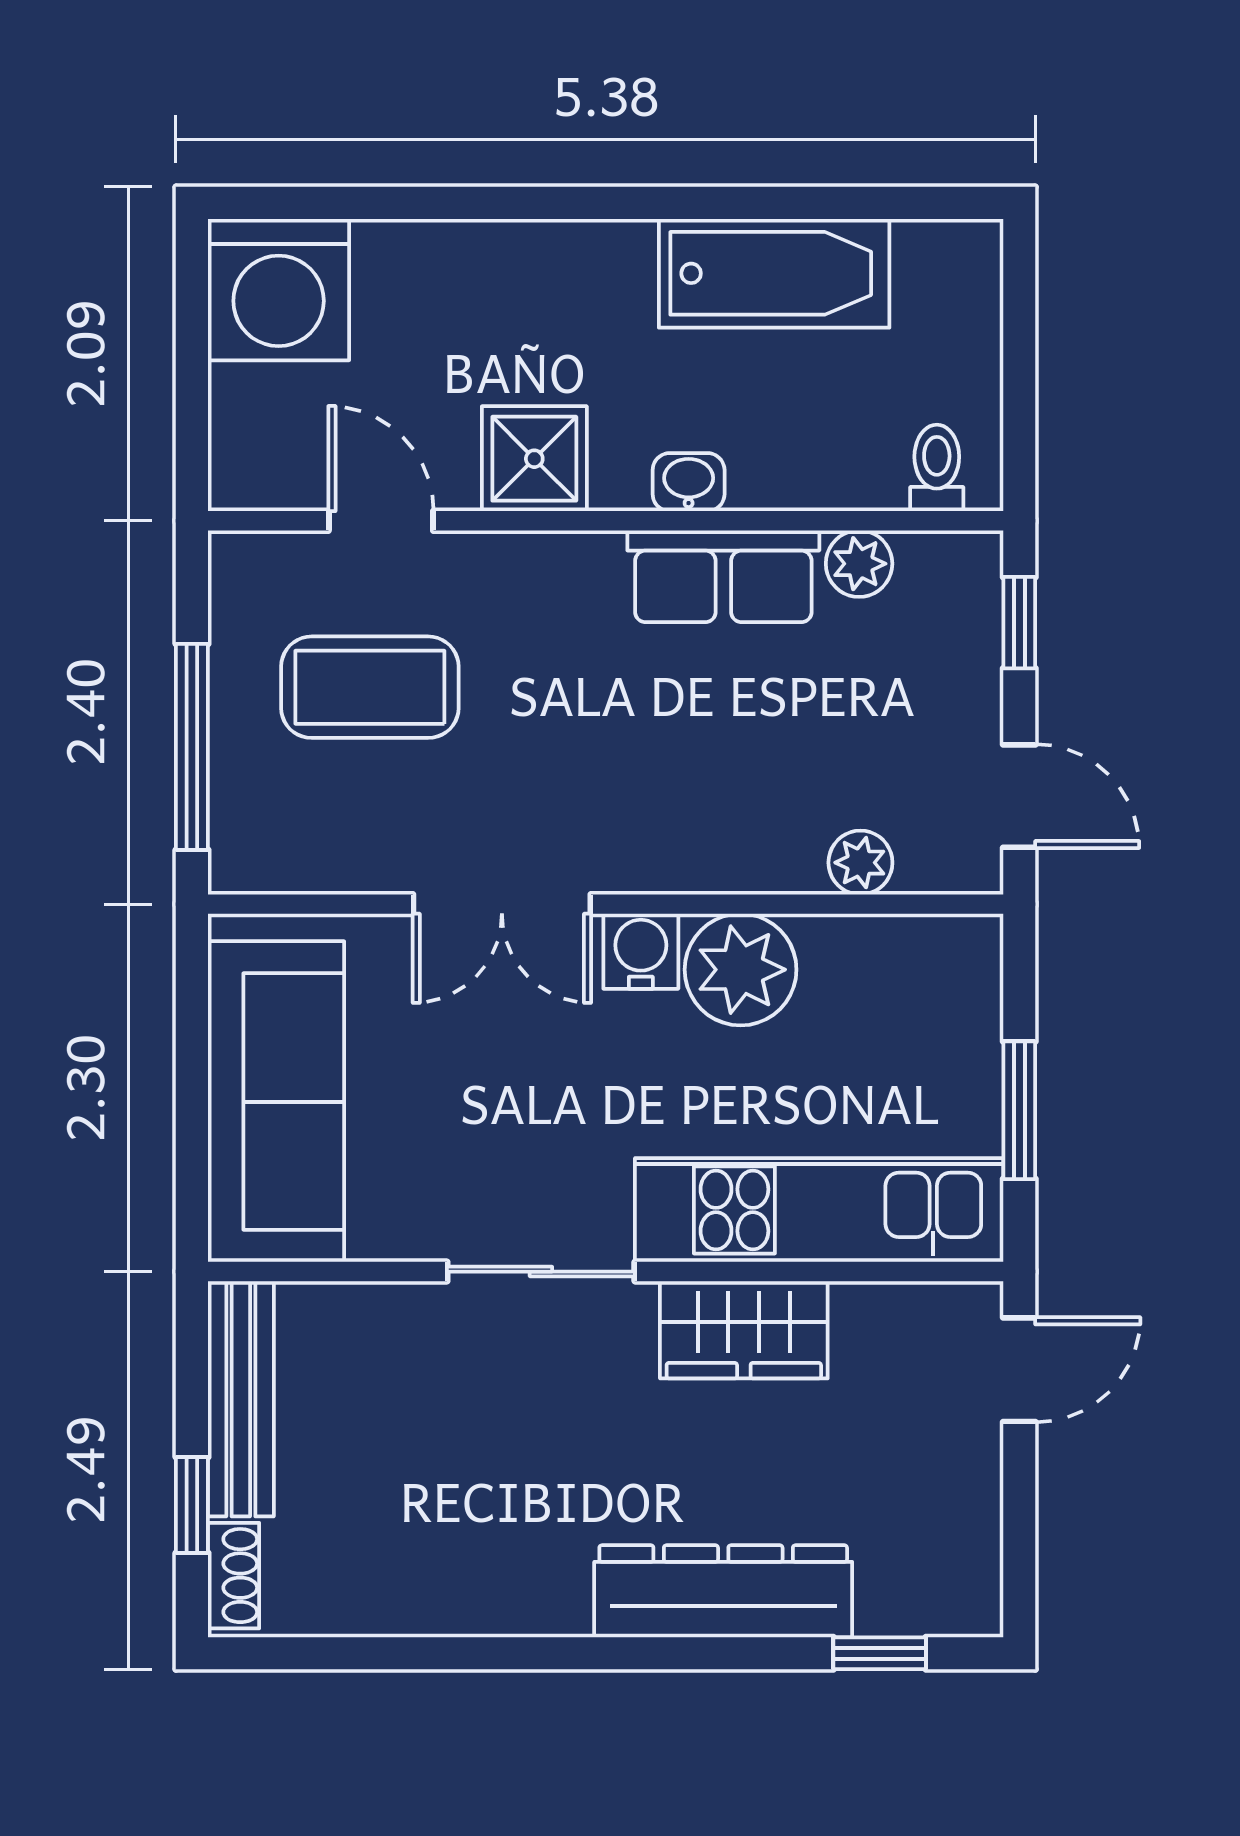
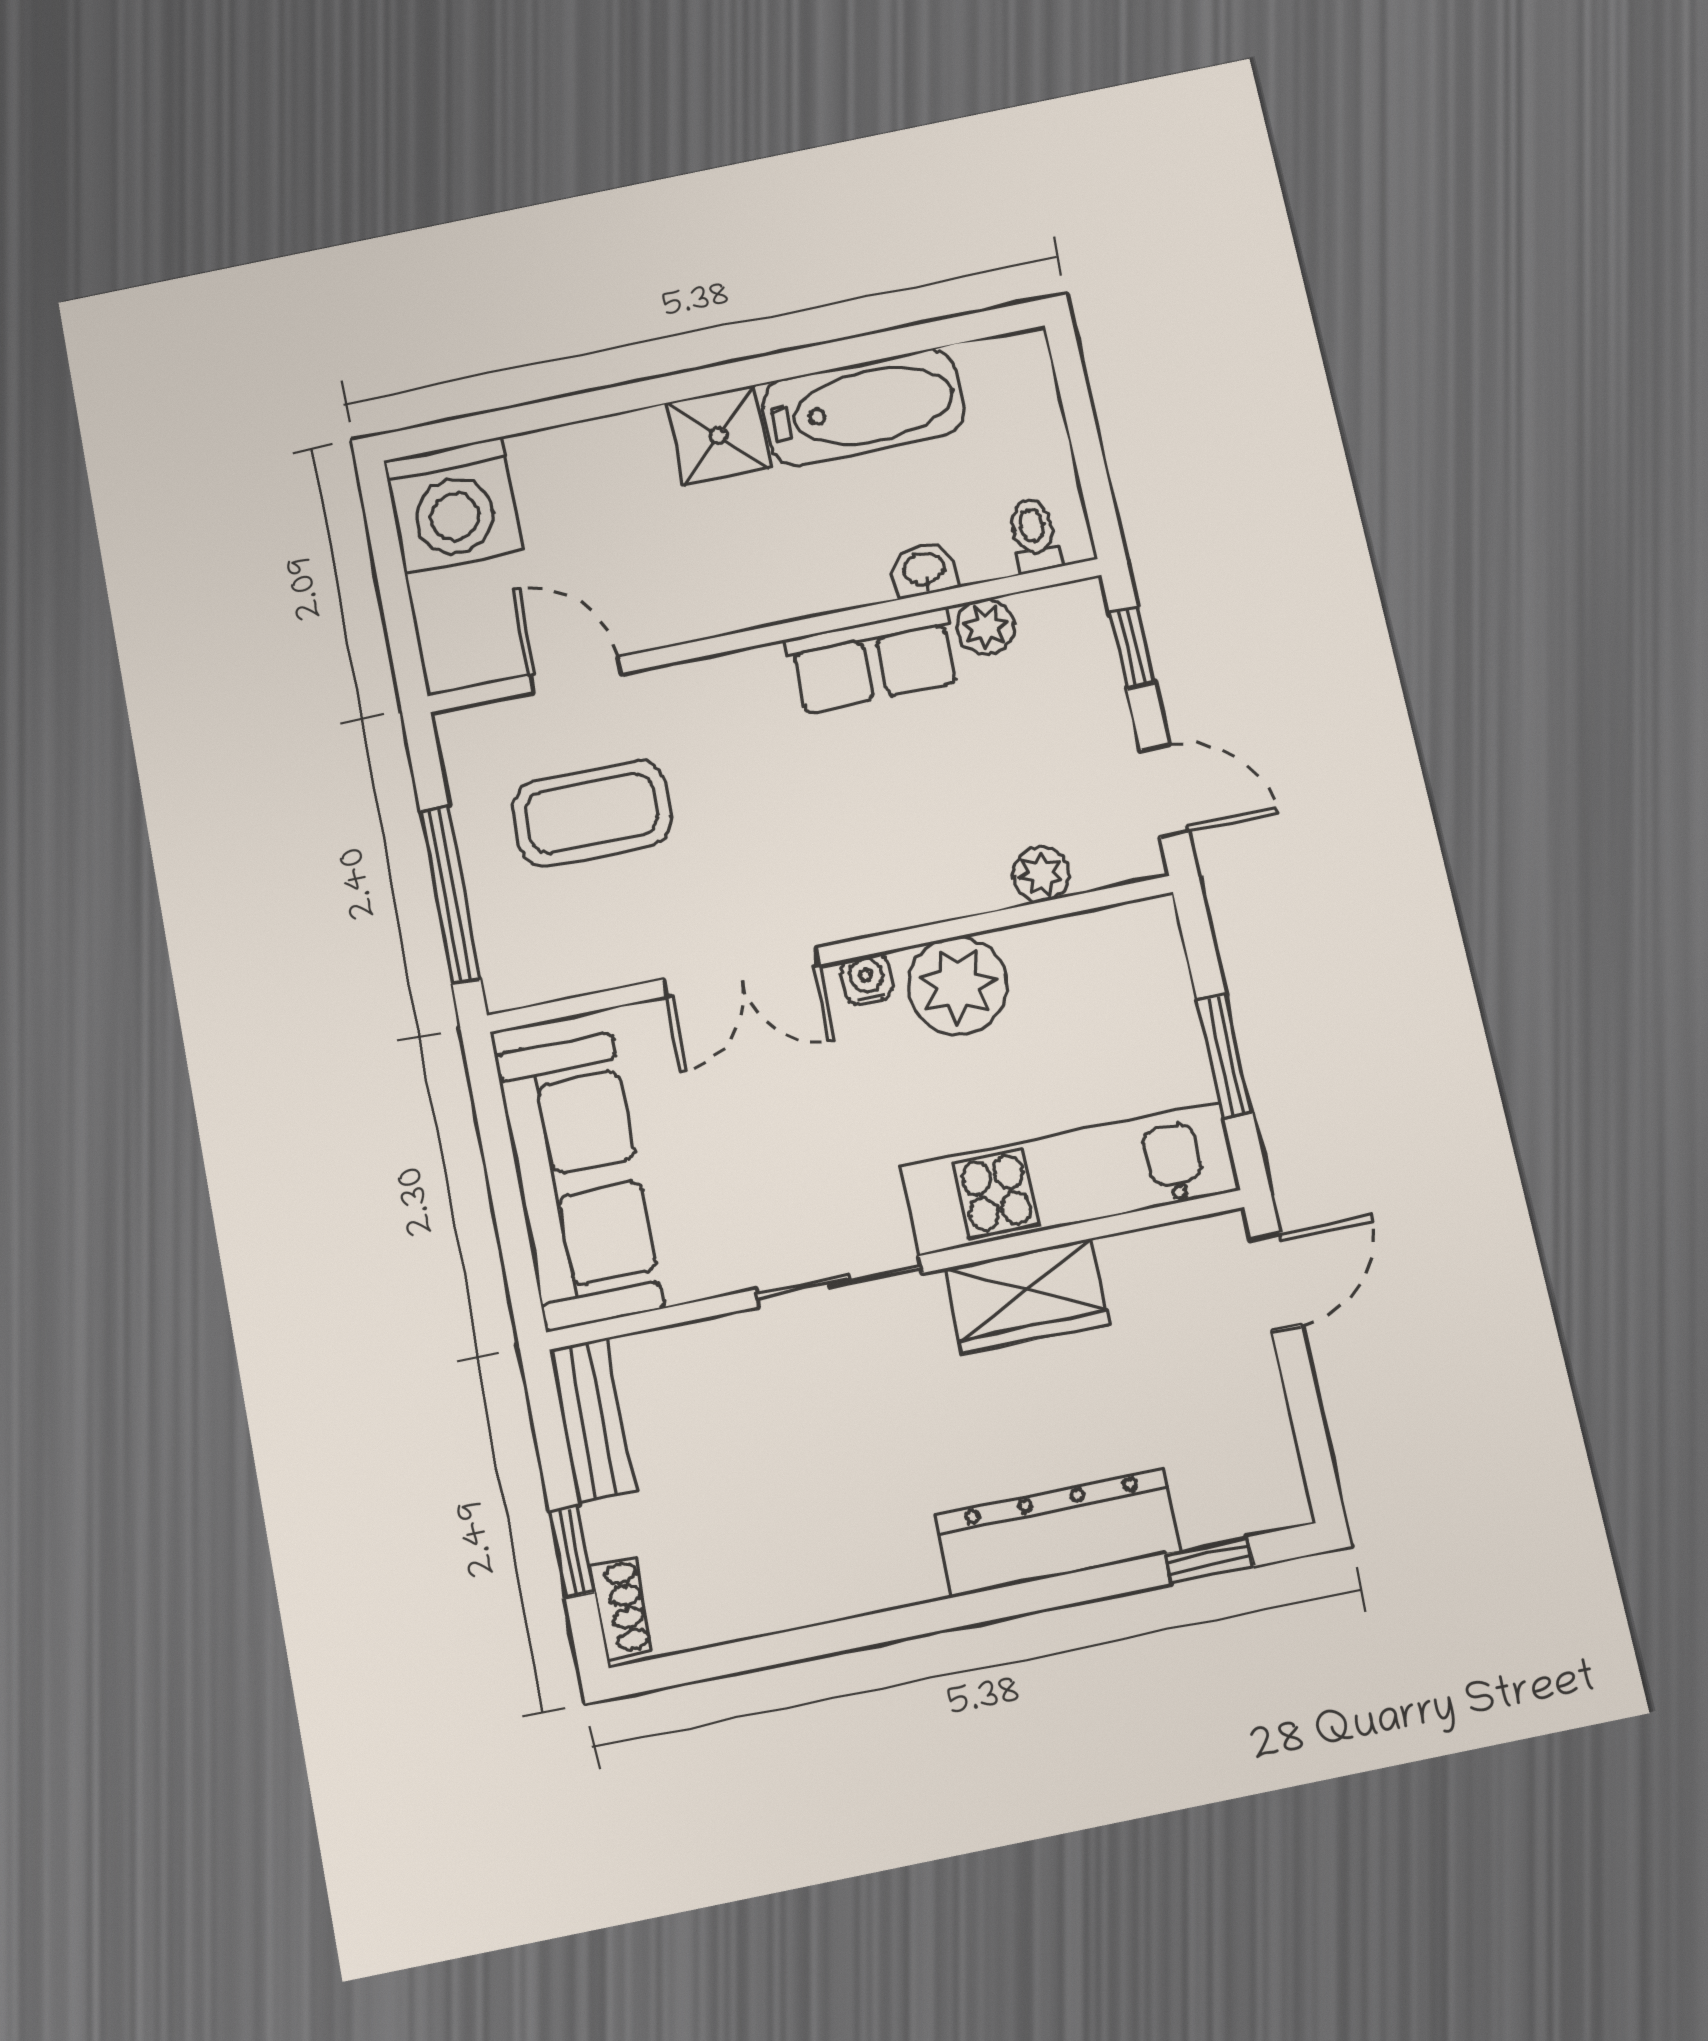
shower: (534, 459) -> (718, 436), moved
washbasin: (689, 482) -> (924, 570), moved
water cooler: (641, 951) -> (867, 979), width x0.72, depth x0.72
bench: (241, 1399) -> (592, 1420), width x0.73

